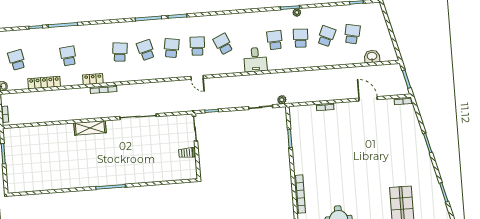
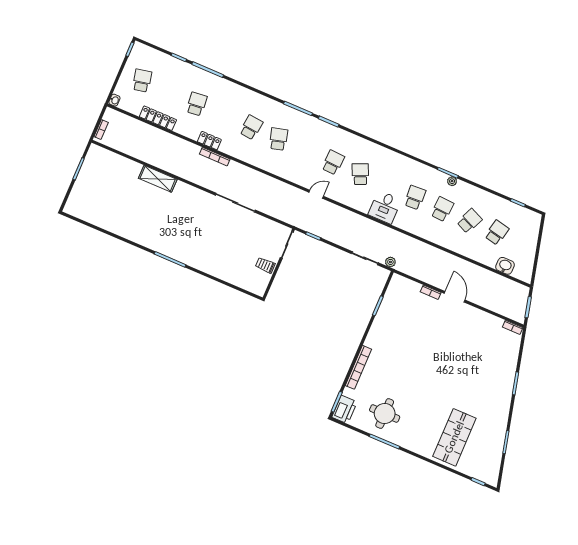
school desk: (172, 48) -> (306, 151), removed
door: (197, 77) -> (316, 194), swing flipped
door: (368, 99) -> (455, 297), moved
shelving: (90, 128) -> (158, 179), moved

